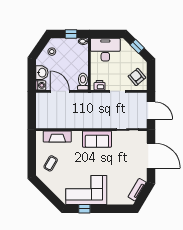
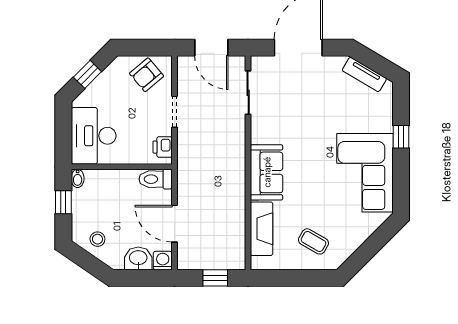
door: (60, 91) -> (174, 224), hinge flipped
door: (151, 111) -> (211, 48), swing flipped
window: (32, 113) -> (215, 278), added
sofa: (97, 139) -> (267, 172), moved
window: (84, 209) -> (401, 137), moved

